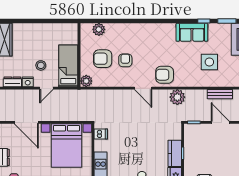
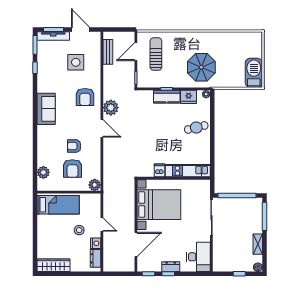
sofa: (192, 32) -> (46, 109), moved
bed: (68, 66) -> (58, 205), moved, turned 180
armchair: (165, 75) -> (85, 97), moved
door: (143, 88) -> (102, 128), hinge flipped
plant: (177, 97) -> (111, 108), moved
dishwasher: (101, 134) -> (159, 170), moved
sun lounger: (218, 143) -> (156, 54), added

